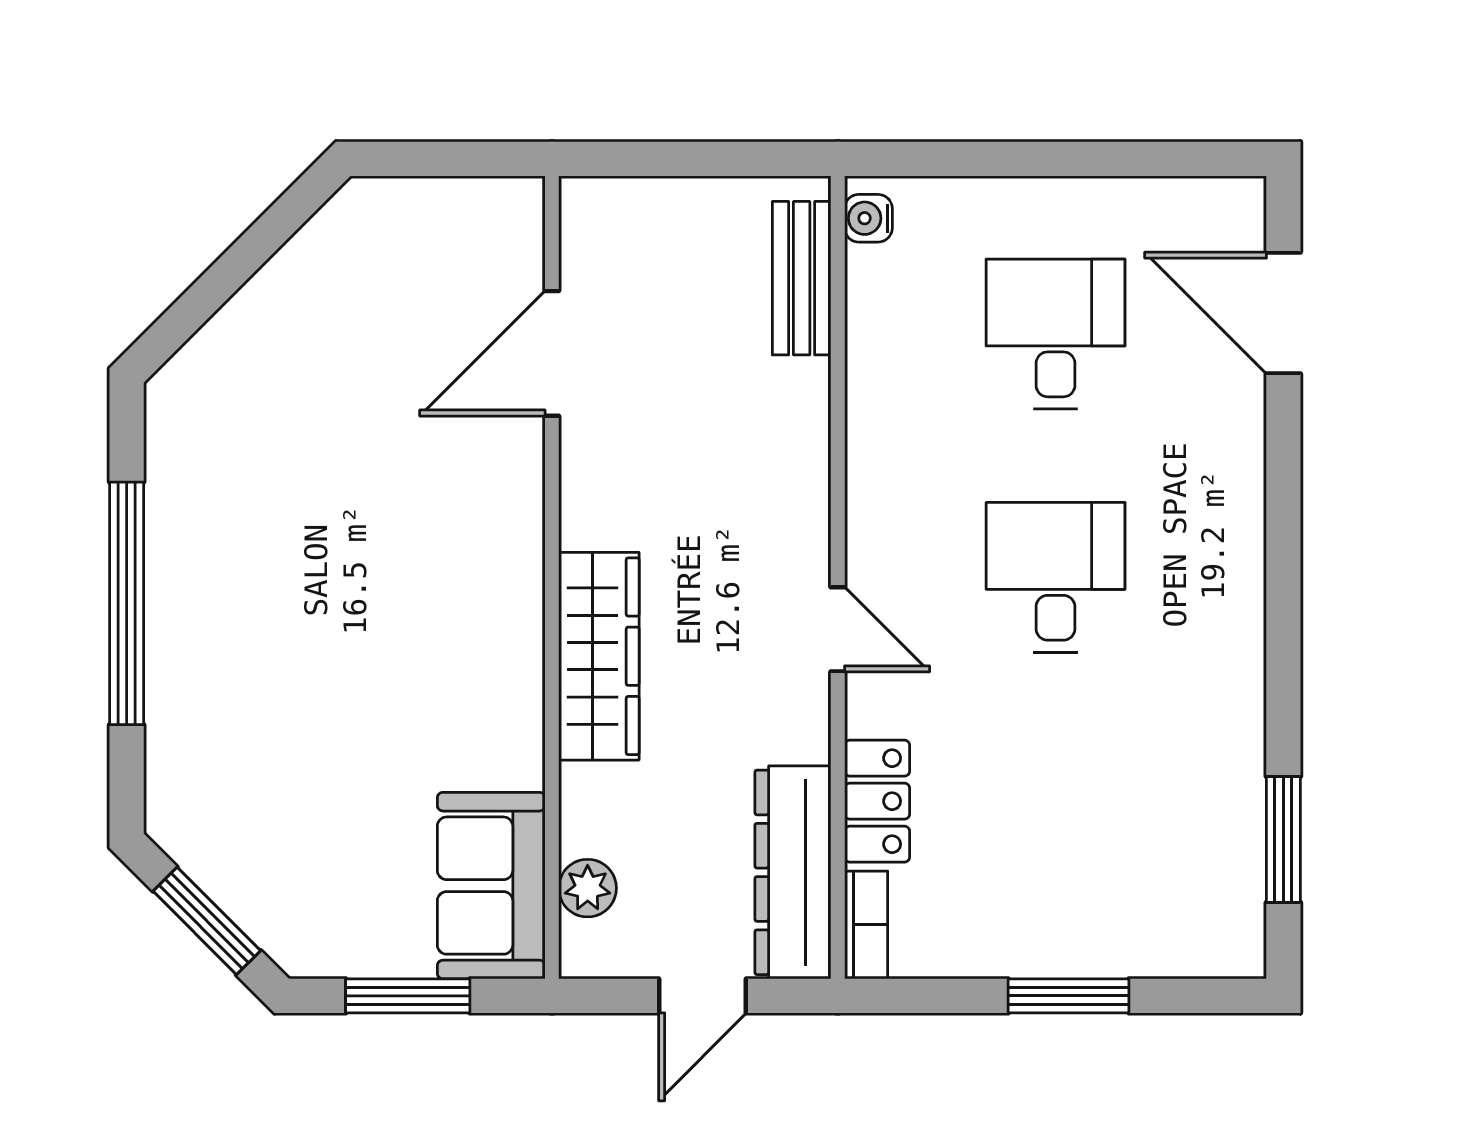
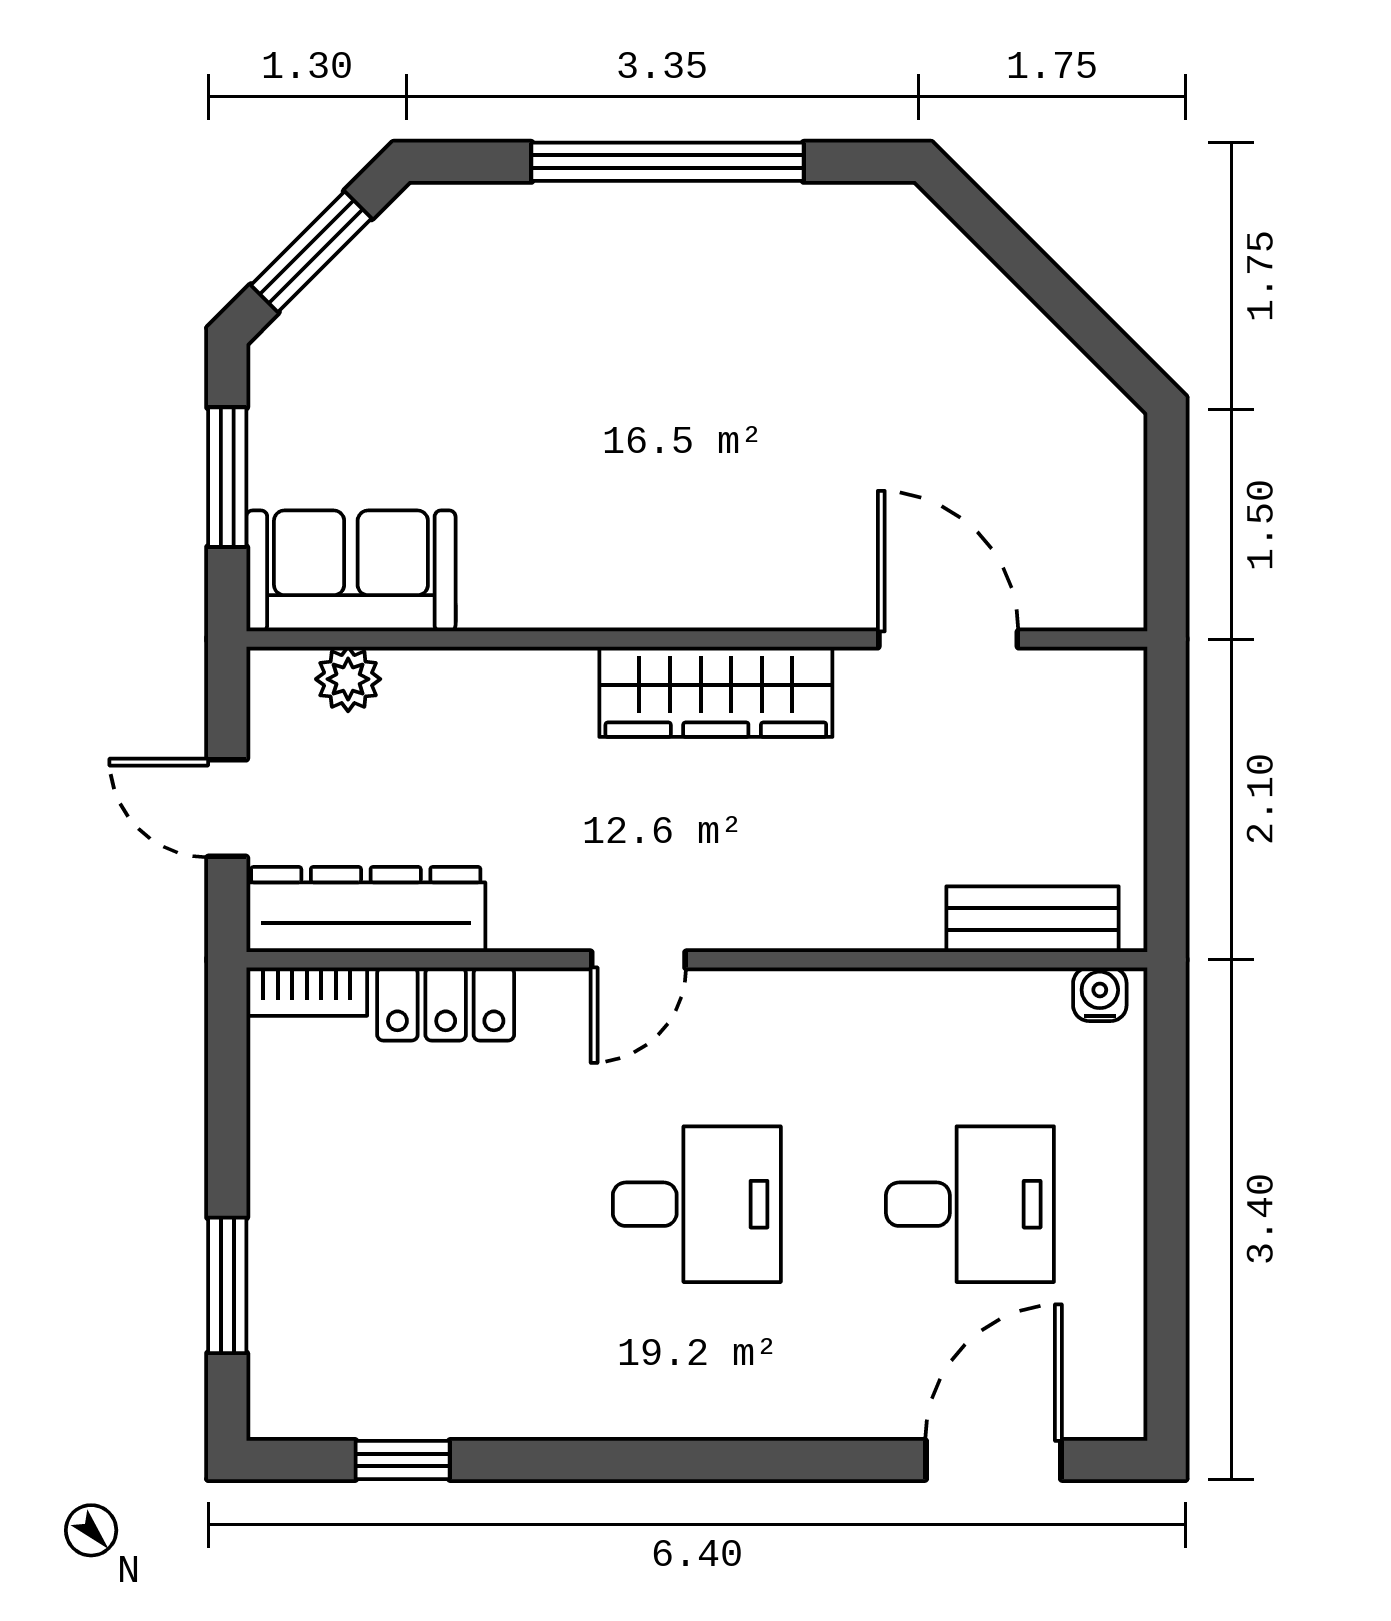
wardrobe: (599, 656) -> (716, 692), moved
window: (1283, 840) -> (403, 1460), width x0.67
window: (1068, 996) -> (227, 1285), moved

